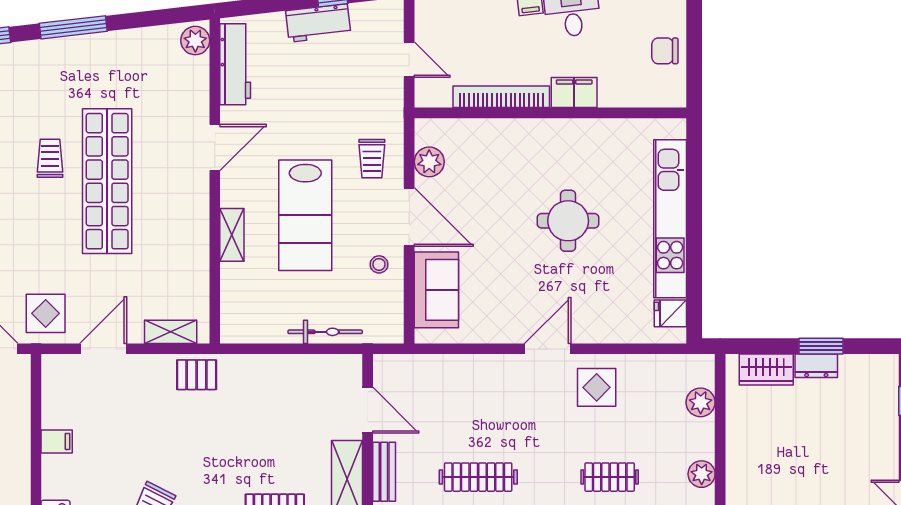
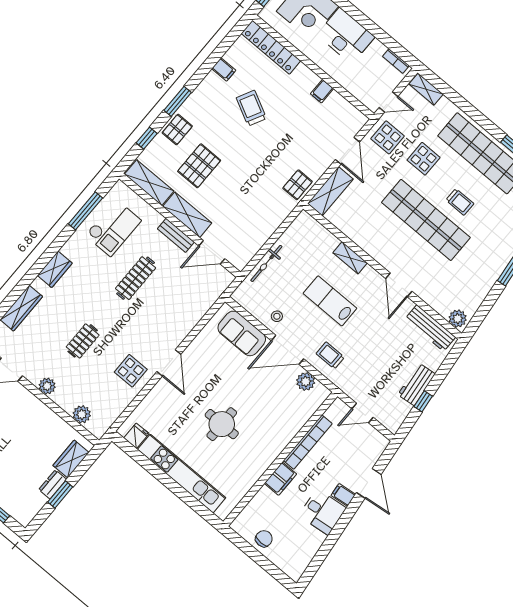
lab bench: (305, 215) -> (330, 301), width x0.73, depth x0.72
display table: (35, 247) -> (424, 159), added
shelving: (171, 332) -> (330, 191), width x1.50, depth x1.33

